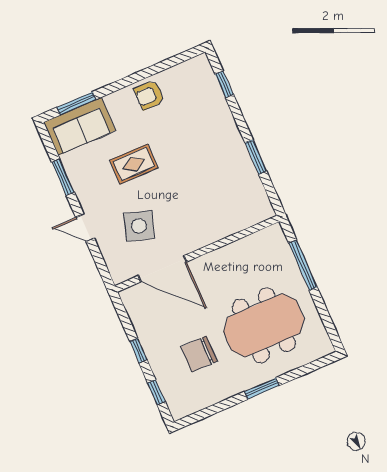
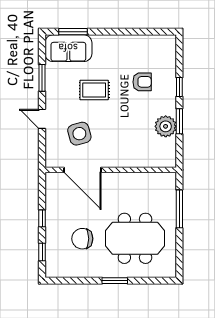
window: (224, 84) -> (179, 87), moved
armchair: (149, 95) -> (142, 82), moved, turned 180
plant: (242, 171) -> (166, 126), added
side table: (139, 226) -> (79, 134), turned -33

